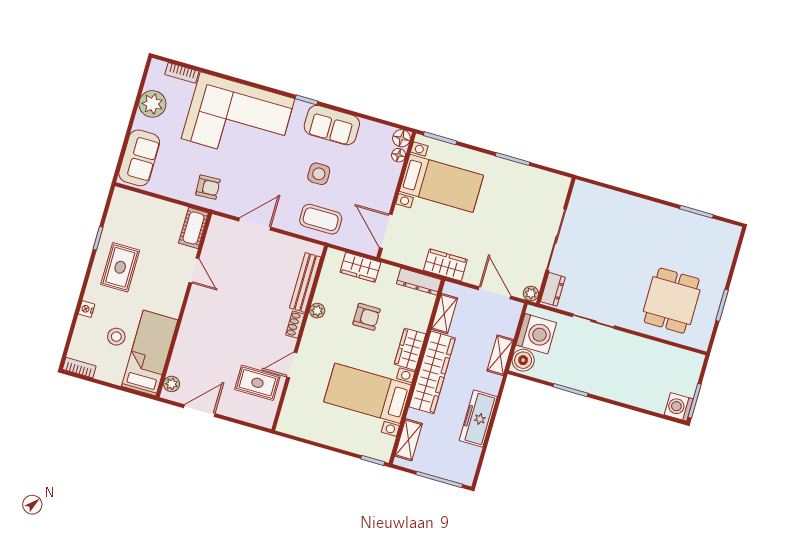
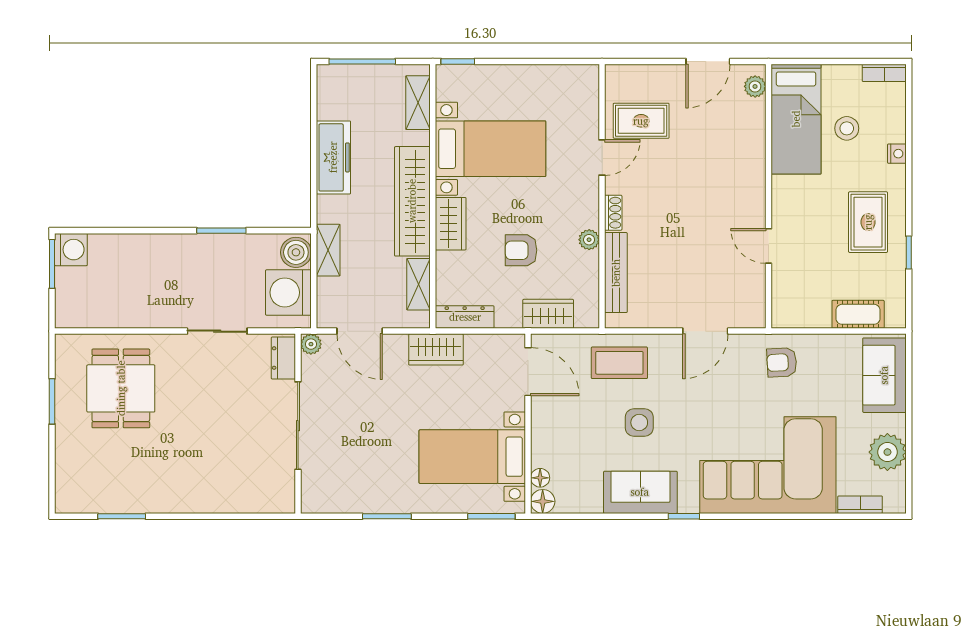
cot: (193, 228) -> (858, 314), moved, turned 90

